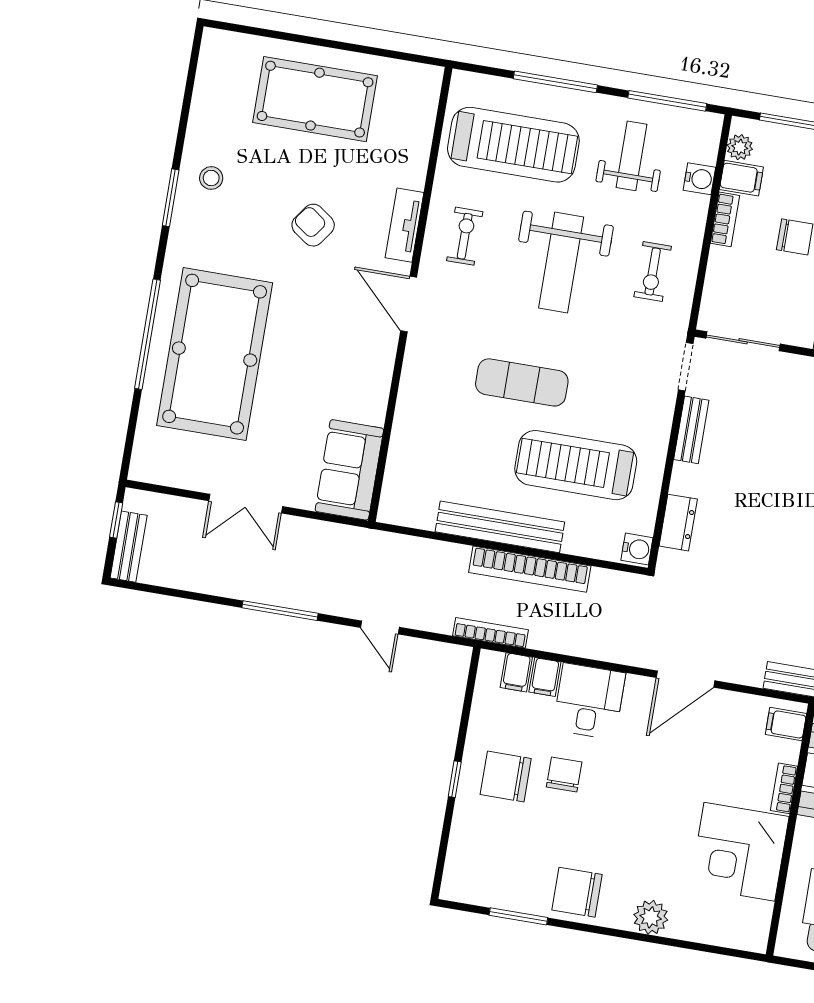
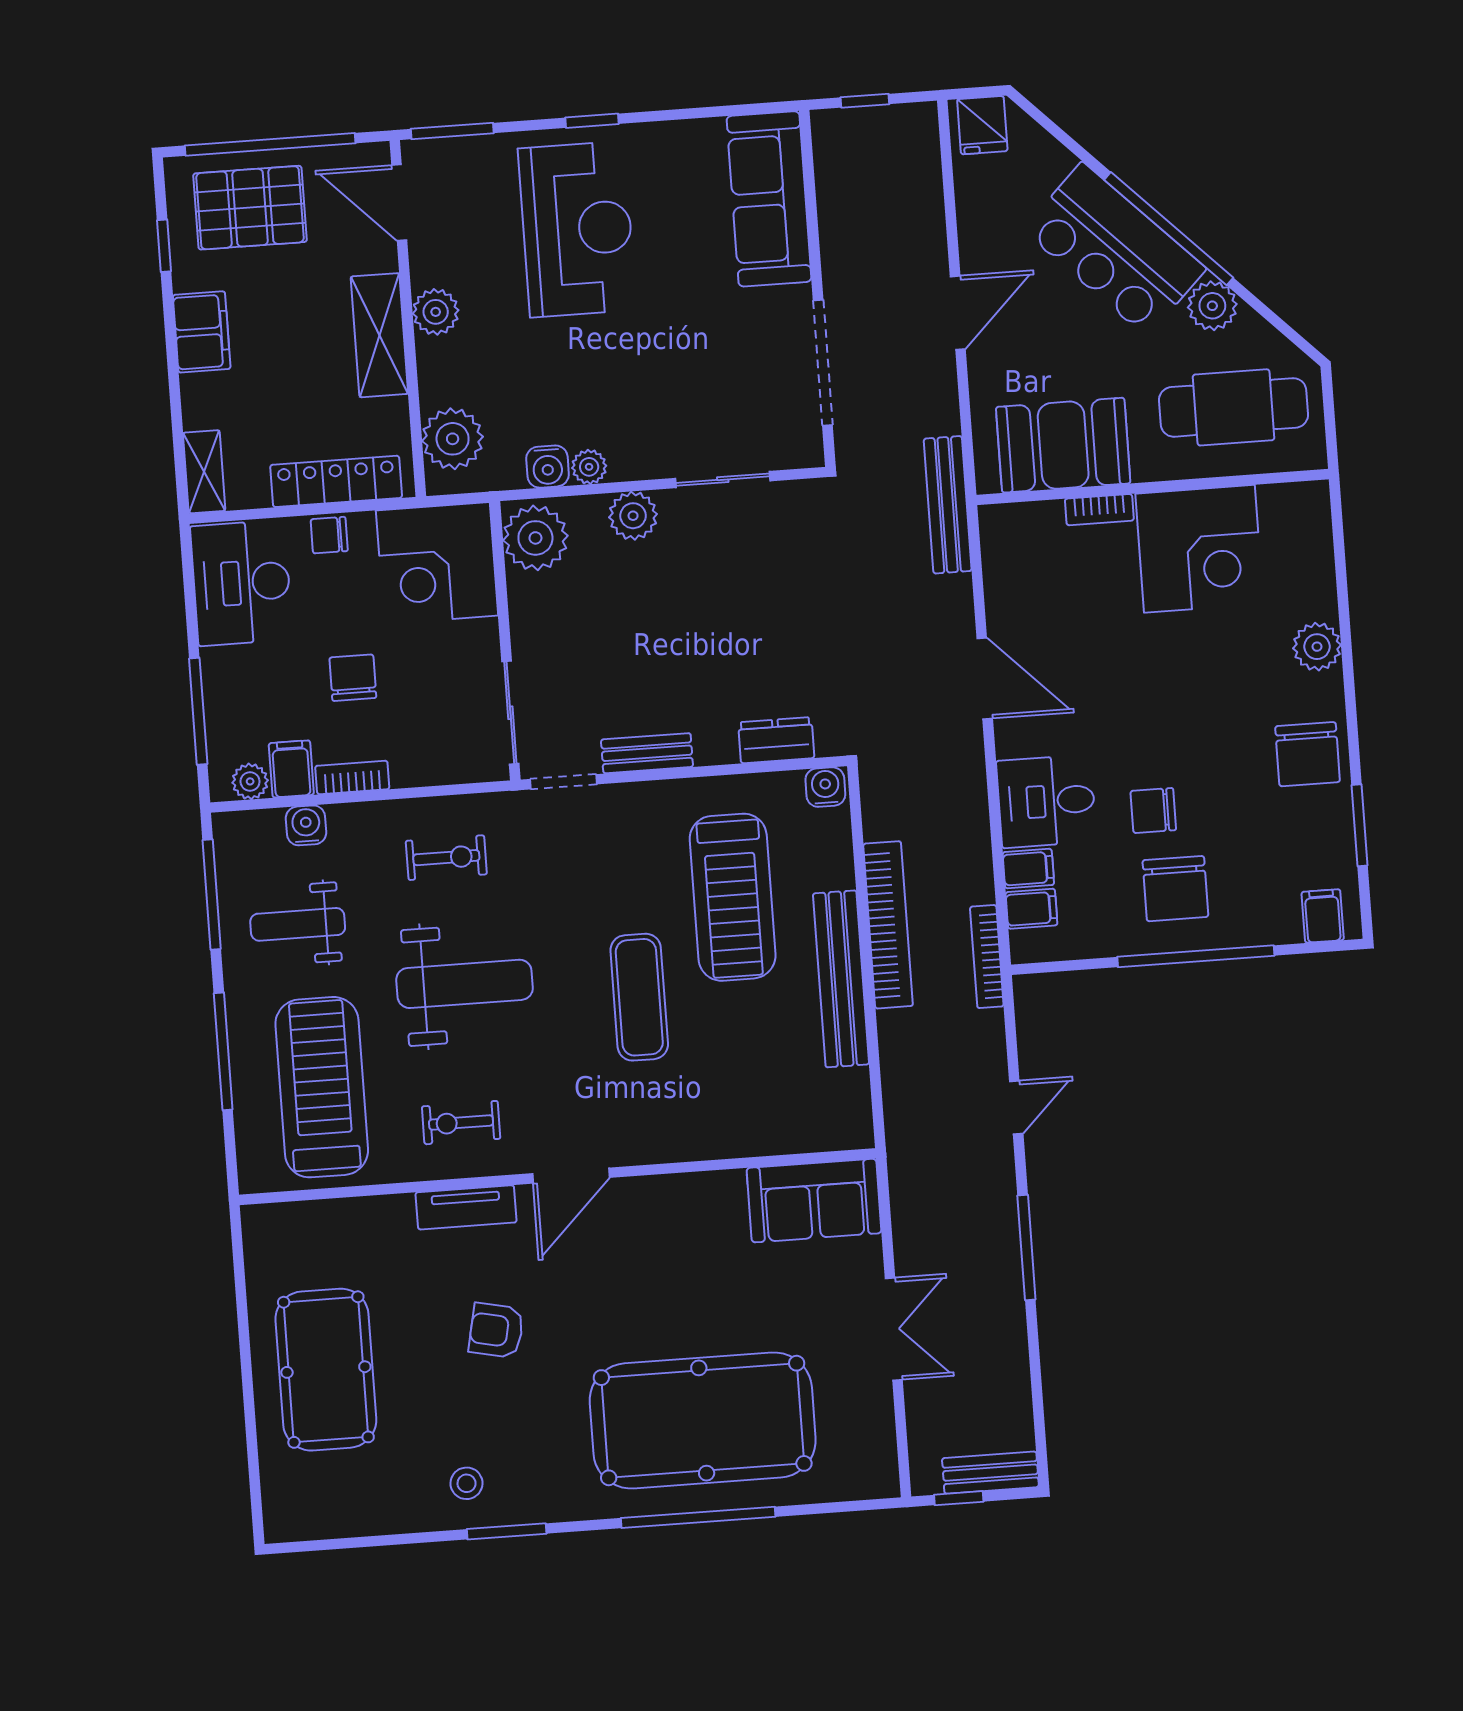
armchair: (313, 225) -> (496, 1330), turned 66
filing cabinet: (786, 724) -> (1323, 916), moved, turned 180
window: (455, 779) -> (1196, 956), width x3.17

